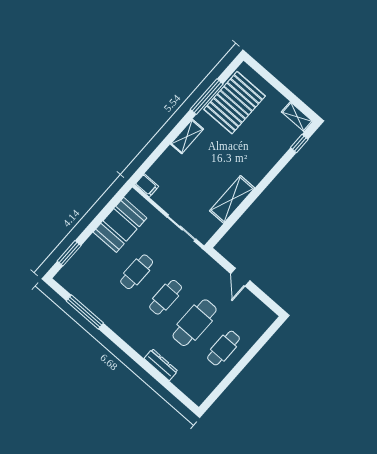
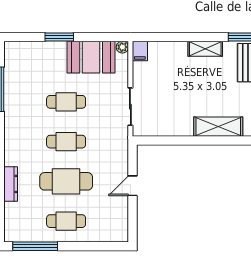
plant: (133, 196) -> (122, 47), added
shelving: (232, 199) -> (218, 127), moved
window: (69, 253) -> (59, 37), moved
window: (222, 387) -> (35, 246), added

